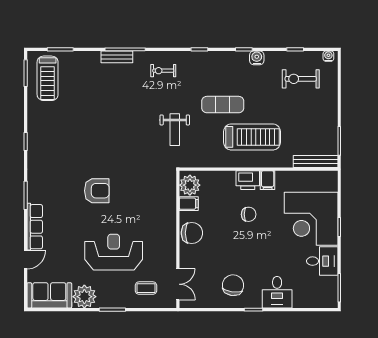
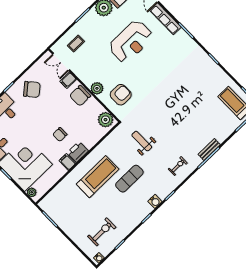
water cooler: (257, 58) -> (155, 201), moved
treadmill: (252, 137) -> (98, 177), turned 180
bench: (316, 161) -> (52, 196), removed
plant: (331, 185) -> (32, 192), added
armchair: (97, 191) -> (121, 95), moved, turned 180
filing cabinet: (189, 204) -> (68, 80), moved
plant: (168, 224) -> (97, 88), added
reception desk: (114, 252) -> (131, 42), moved
chair: (233, 285) -> (32, 89), turned -48

